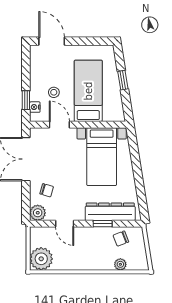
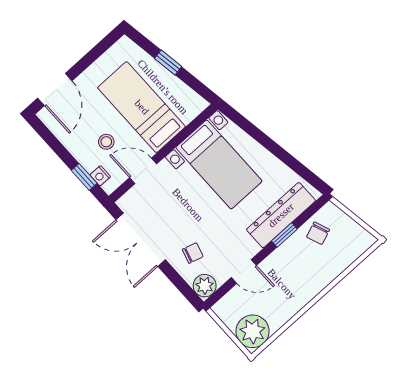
door: (52, 41) -> (55, 89), swing flipped
plant: (120, 264) -> (342, 261), removed

